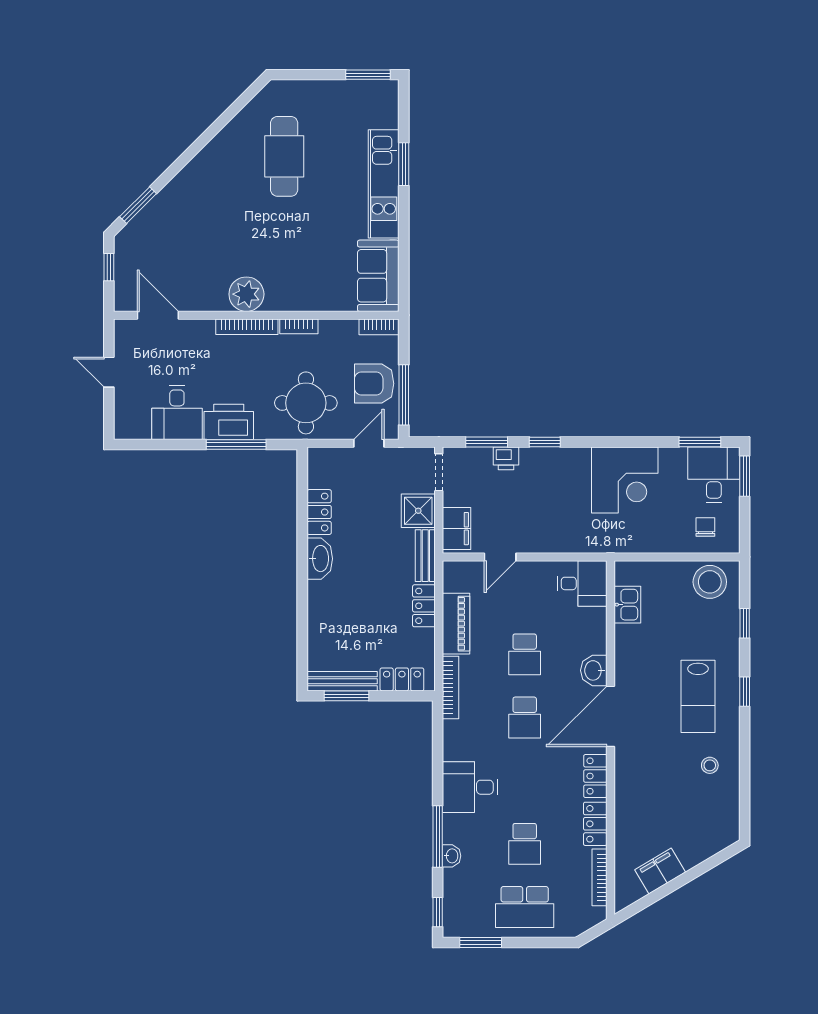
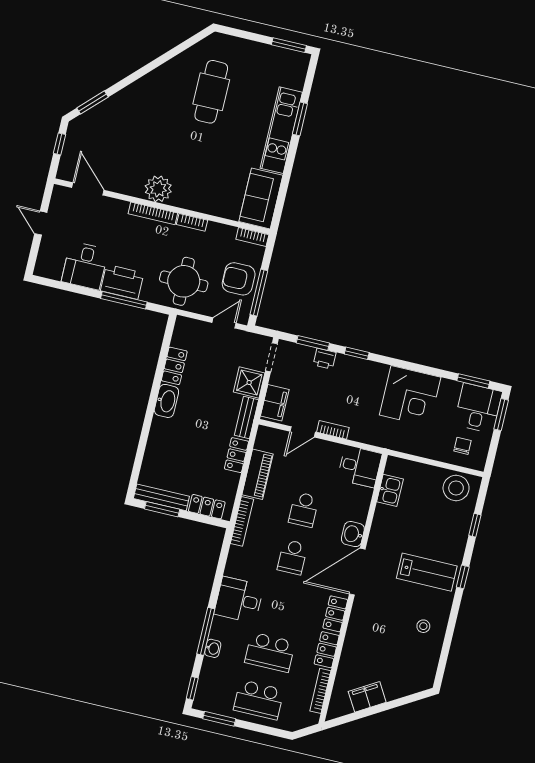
bookcase: (538, 545) -> (333, 430), added
lab bench: (698, 696) -> (427, 572), turned -90
school desk: (525, 844) -> (270, 652), width x1.85

